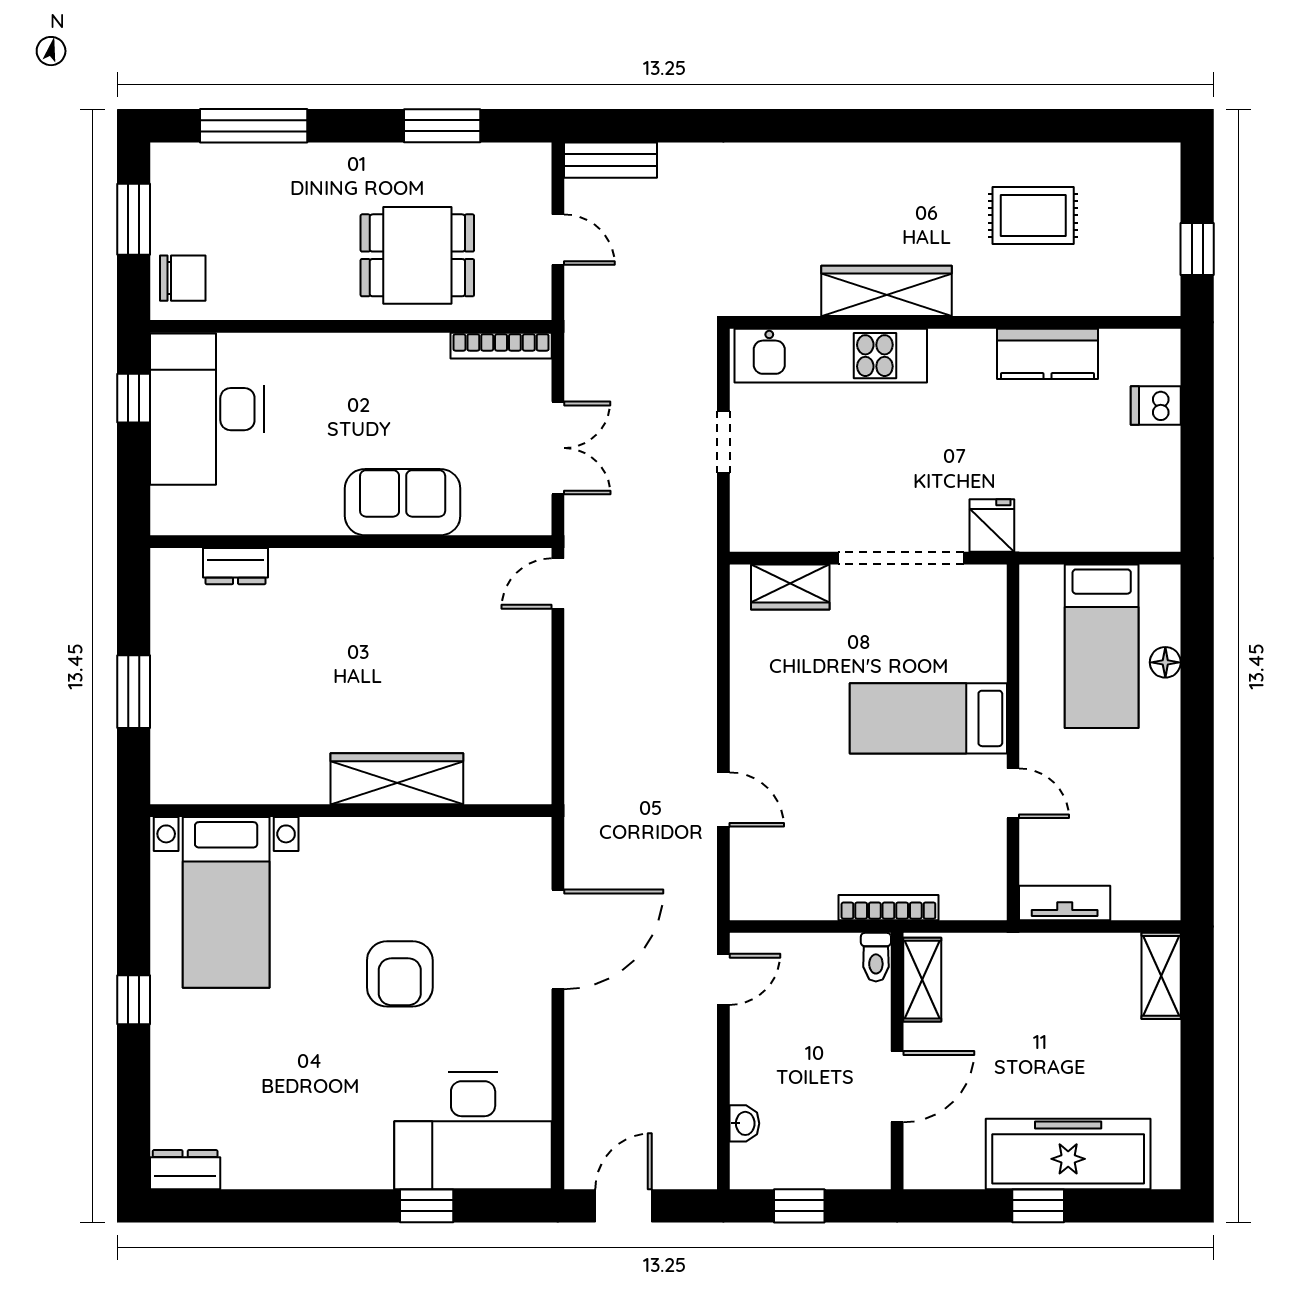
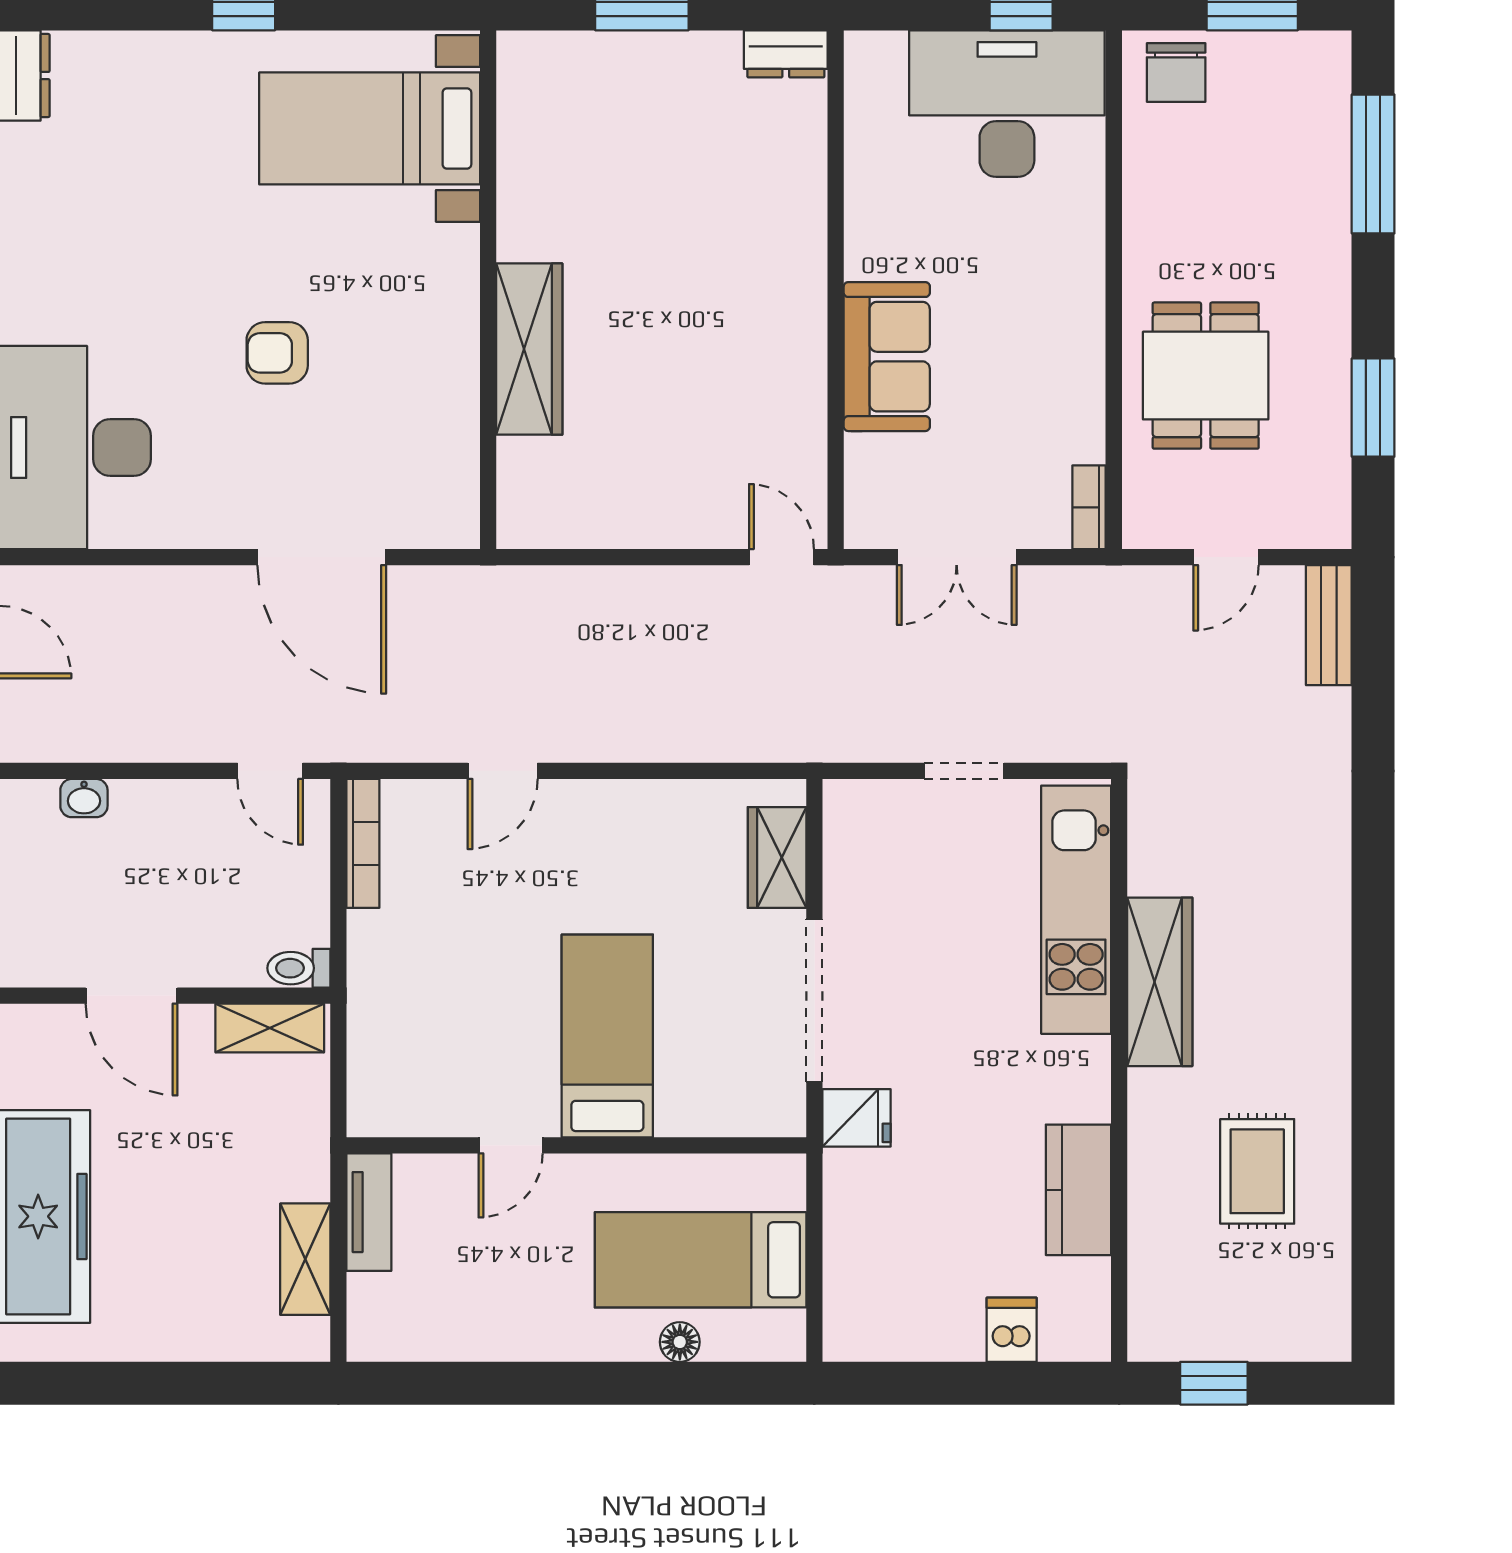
bookcase: (501, 346) -> (1089, 507), width x0.64
dresser: (236, 566) -> (786, 54), moved, turned -90
bookcase: (888, 908) -> (363, 843), moved
armchair: (400, 974) -> (277, 353), width x0.72, depth x0.72
shelving: (1161, 976) -> (305, 1259), moved, turned 90

